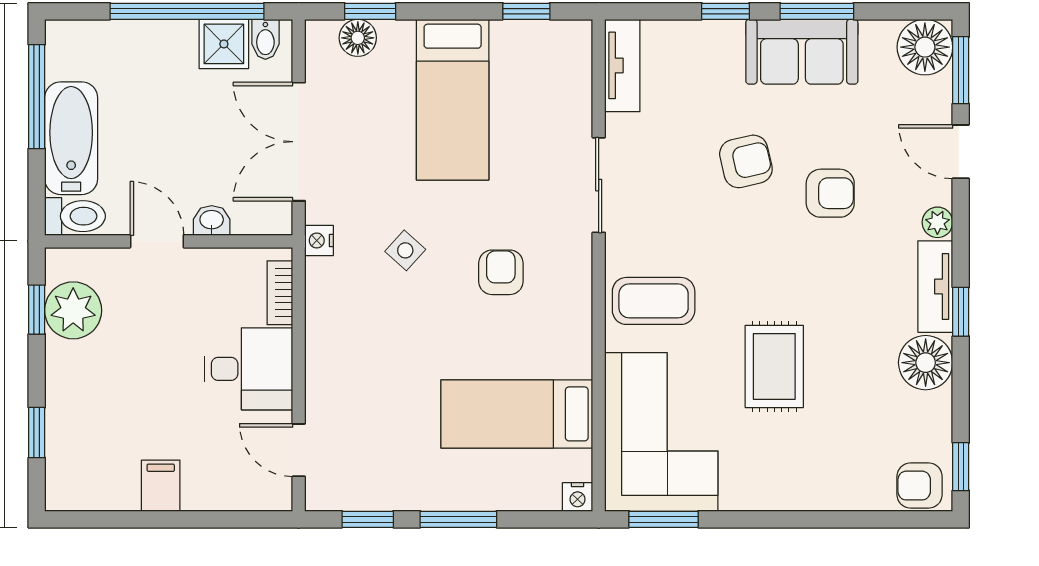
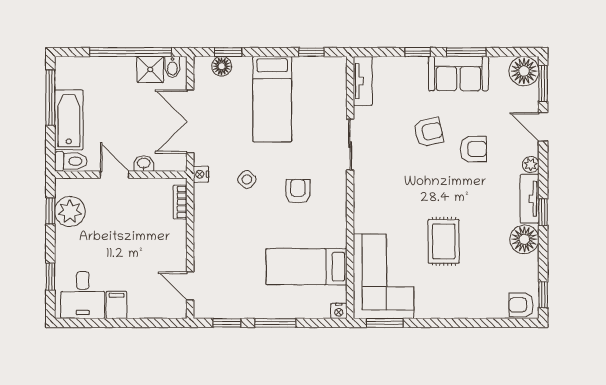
coffee table: (654, 301) -> (379, 206), removed
desk: (248, 369) -> (83, 295), moved, turned 90

